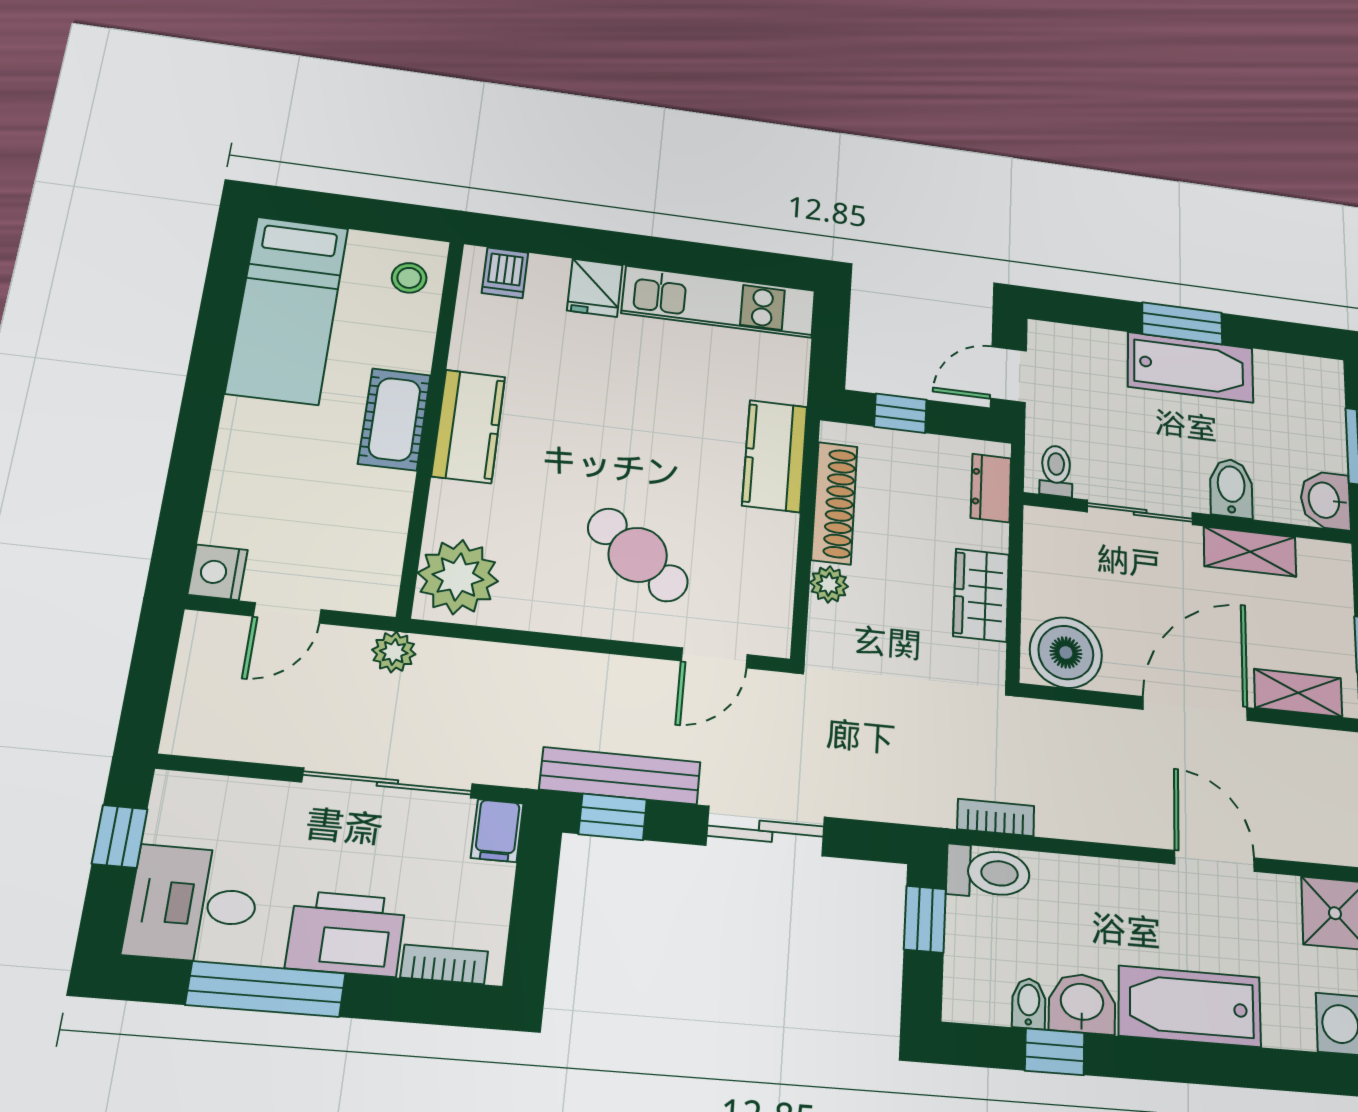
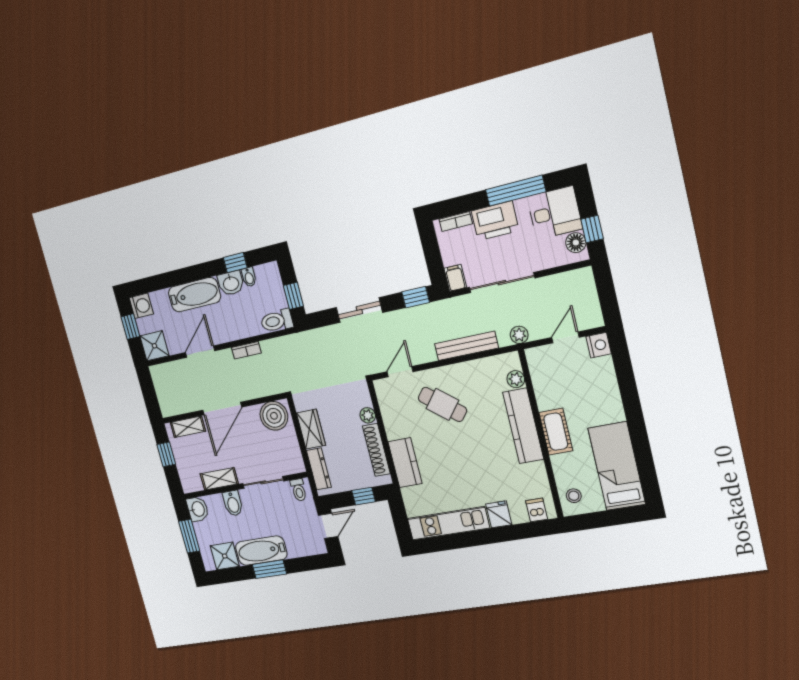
shower: (1286, 381) -> (225, 556), added
kitchen counter: (468, 426) -> (523, 426), width x1.50
dresser: (991, 488) -> (319, 469), width x1.44
plant: (458, 577) -> (516, 379), width x0.53, depth x0.53
bench: (620, 776) -> (466, 346), moved
floor lamp: (172, 818) -> (576, 243), added
bookcase: (996, 818) -> (246, 350), moved
door: (1215, 861) -> (200, 352), swing flipped

